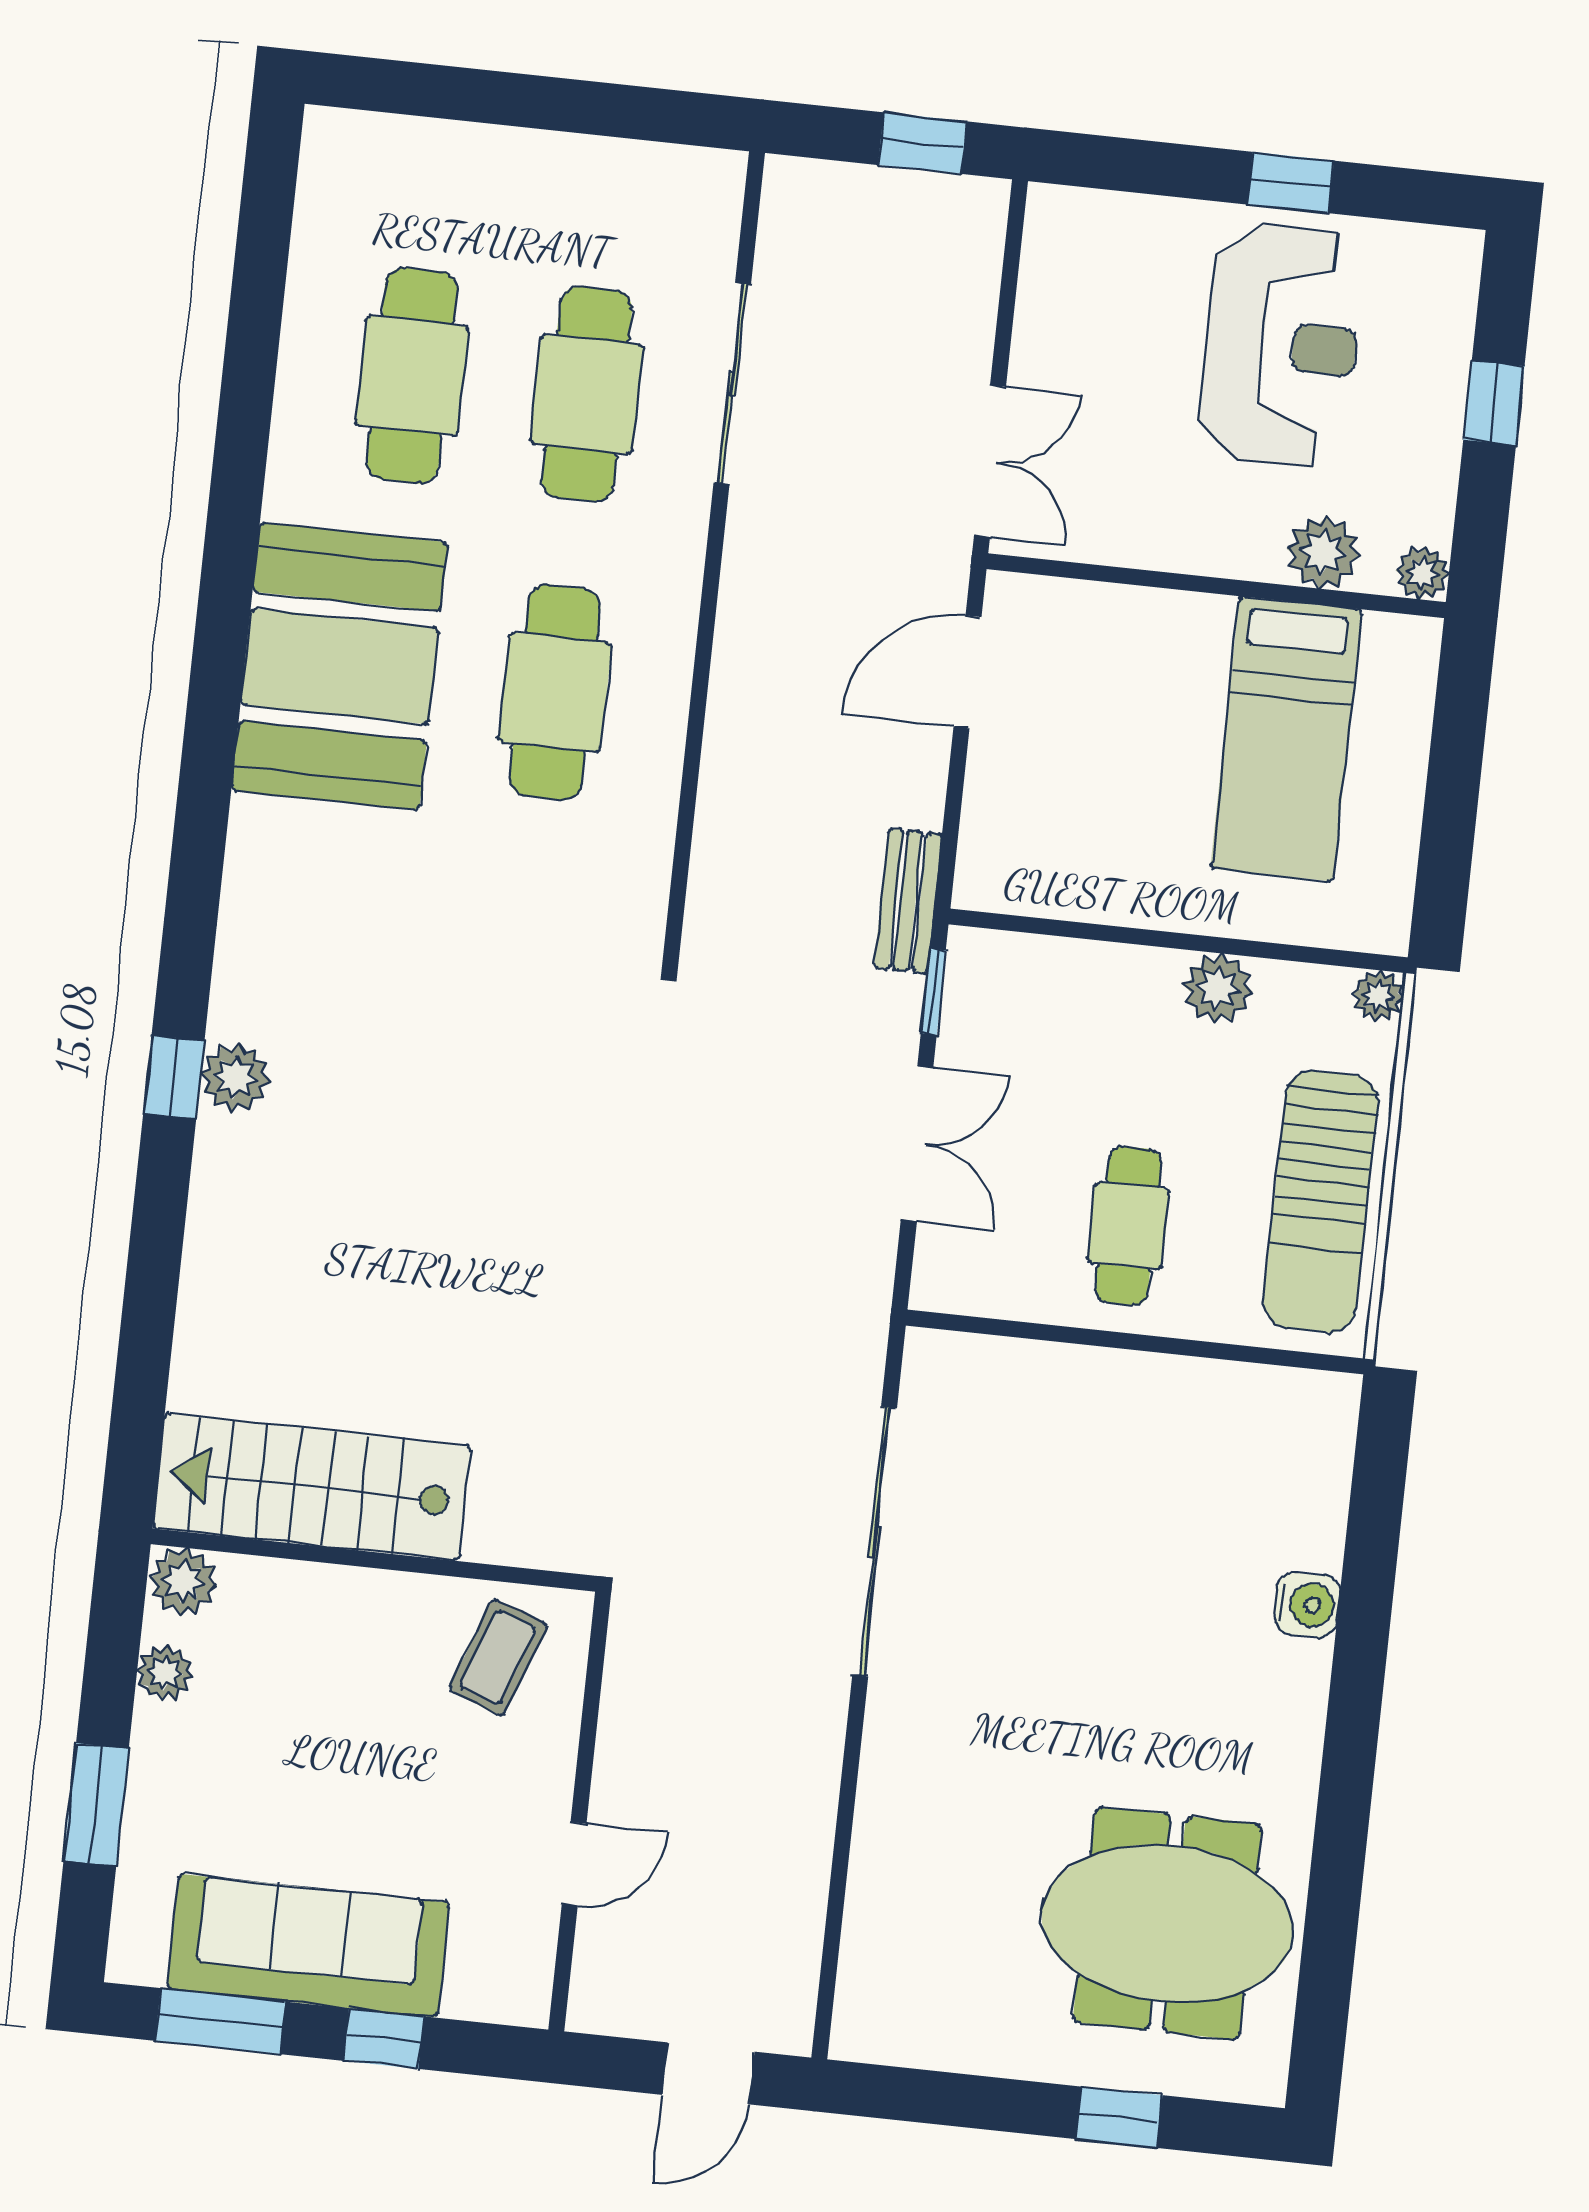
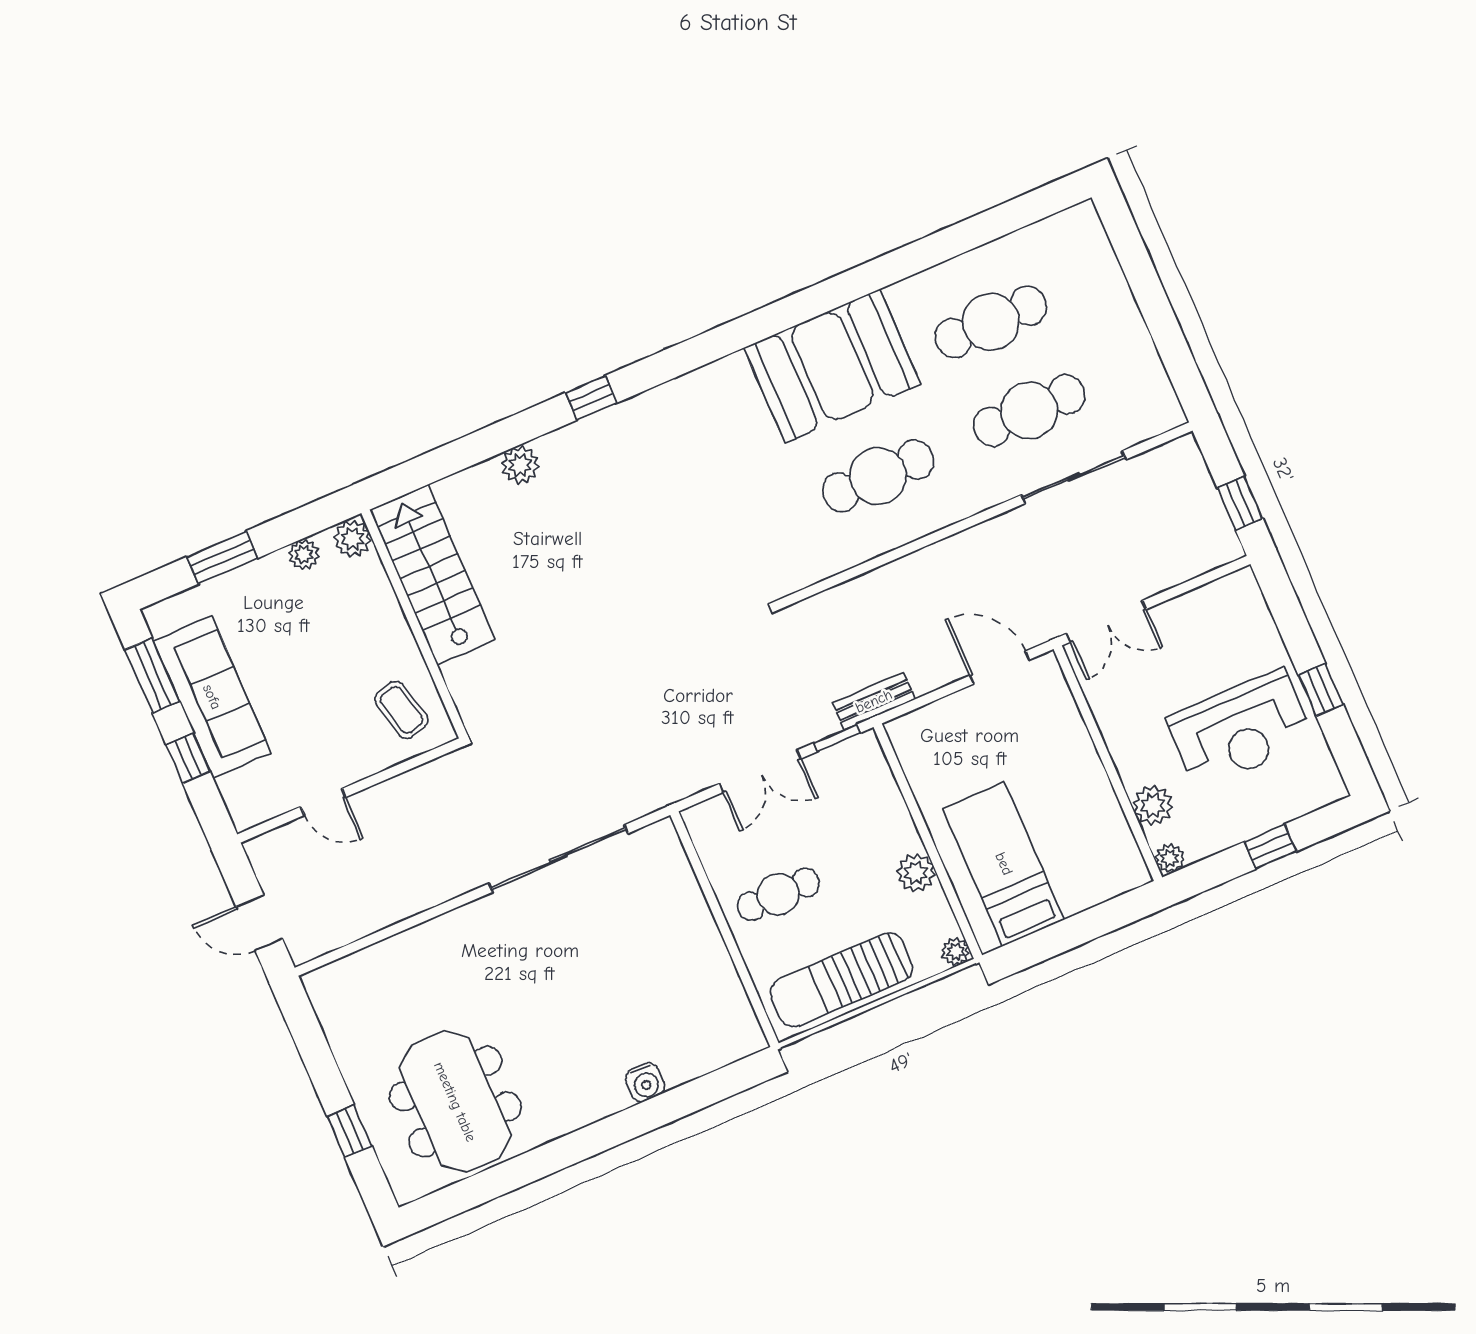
bed: (1286, 739) -> (1004, 864), moved, turned 90
plant: (235, 1077) -> (520, 465), moved
coffee table: (498, 1657) -> (401, 710), turned 56

